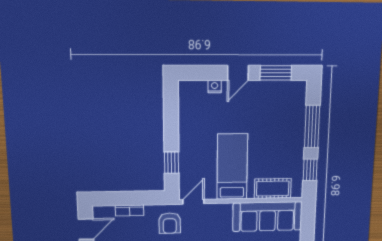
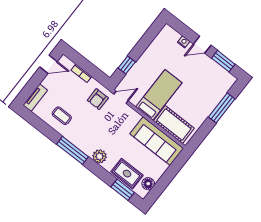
window: (310, 170) -> (202, 133), removed
cot: (273, 188) -> (174, 125), width x1.37, depth x1.34

